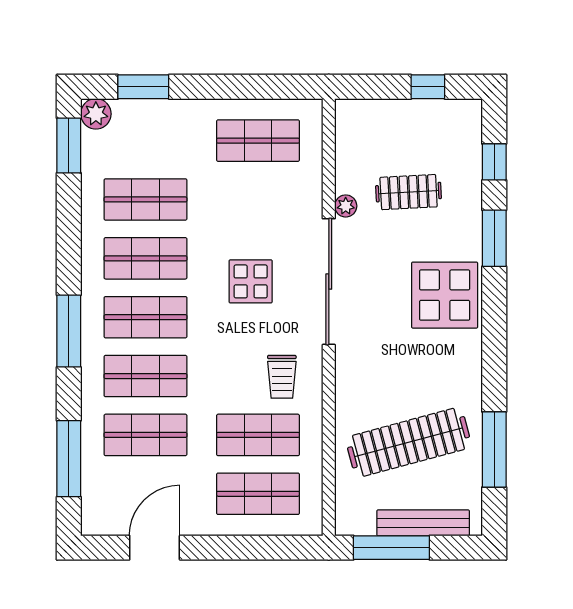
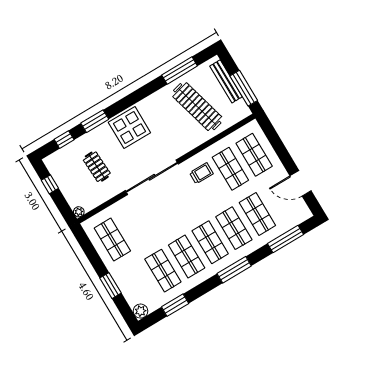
window: (143, 87) -> (110, 286), moved
window: (69, 145) -> (175, 305), moved
plant: (346, 206) -> (79, 212), moved
display table: (251, 281) -> (171, 209), removed

